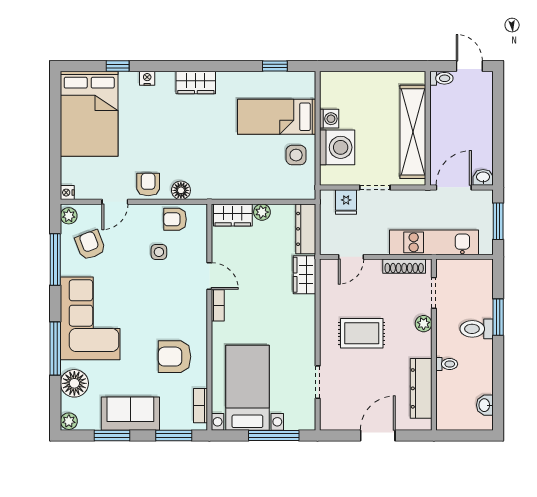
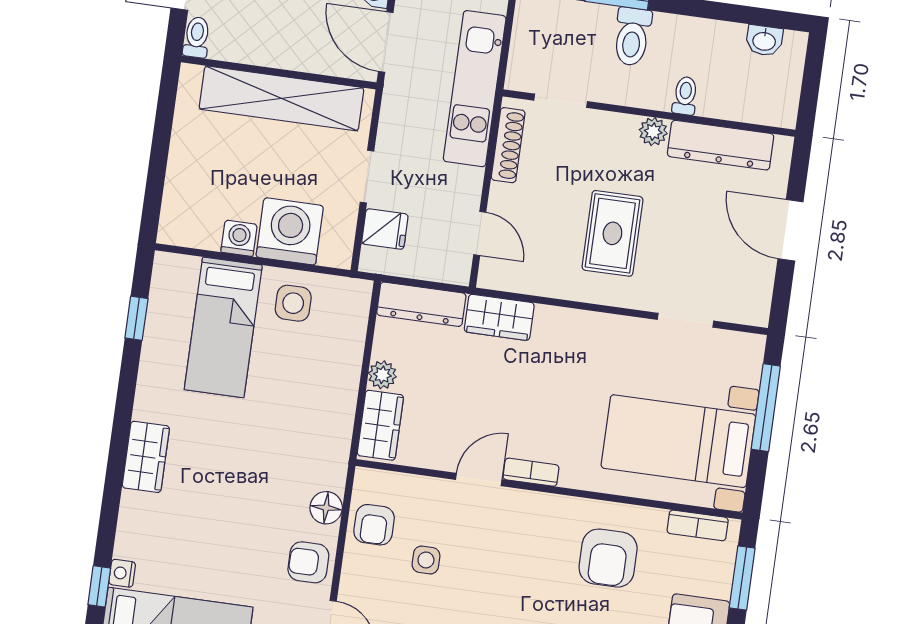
nightstand: (147, 78) -> (122, 573), moved
plant: (424, 324) -> (653, 132), moved

